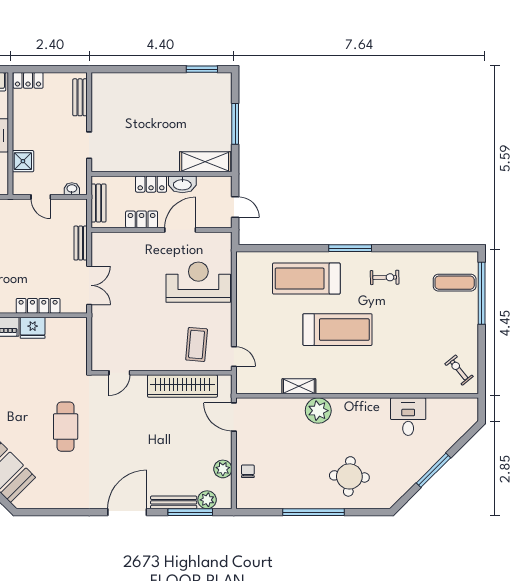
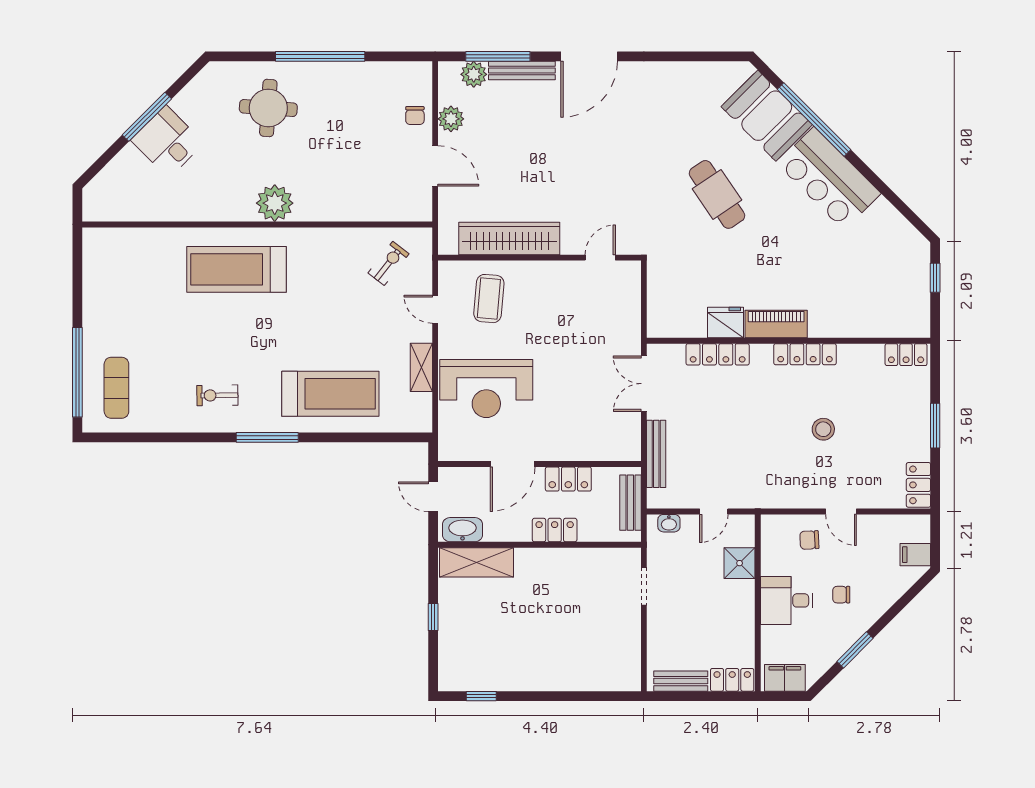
window: (202, 69) -> (481, 696), width x0.67
bench: (80, 97) -> (681, 681), moved, turned 90
window: (235, 124) -> (433, 617), width x0.46
washbasin: (182, 184) -> (463, 530), moved
door: (41, 197) -> (714, 511), swing flipped
bench: (81, 243) -> (656, 454), width x1.36
exercise mat: (455, 283) -> (116, 388), turned 90
treadmill: (337, 330) -> (237, 269), moved
door: (234, 356) -> (435, 309), moved
exercise bike: (459, 370) -> (388, 263), moved, turned -103
shelving: (299, 386) -> (421, 367), moved, turned 90
plant: (318, 411) -> (275, 203), moved
door: (234, 417) -> (435, 166), moved
desk: (408, 417) -> (167, 142), moved, turned 135
cafe table: (66, 427) -> (717, 194), moved, turned -34

